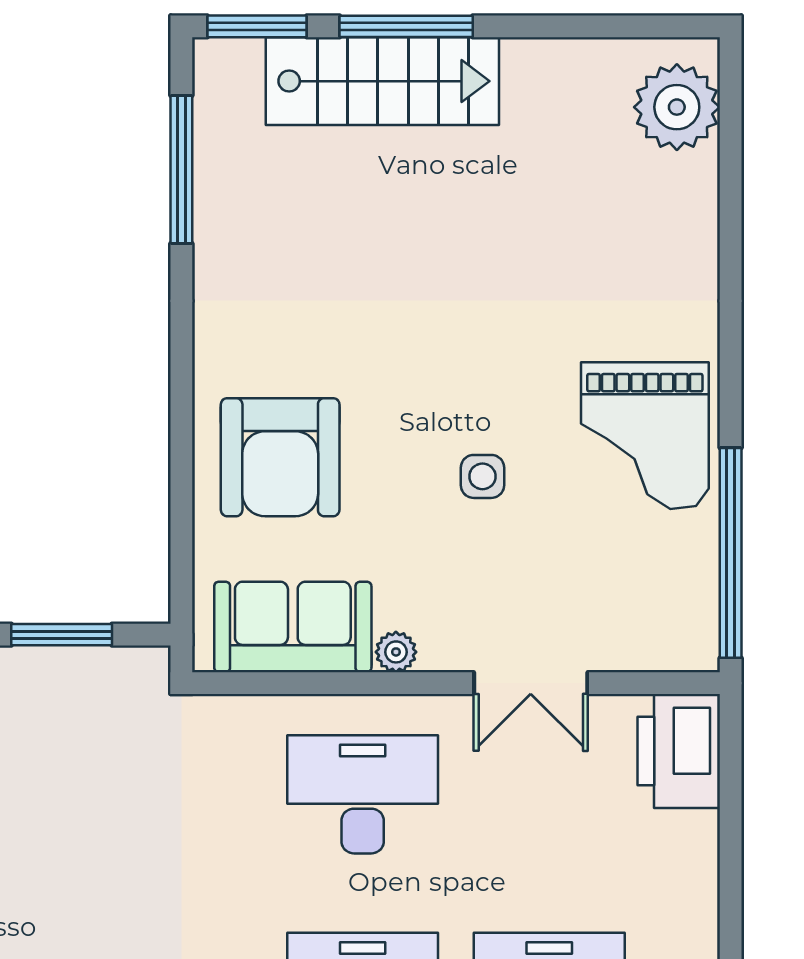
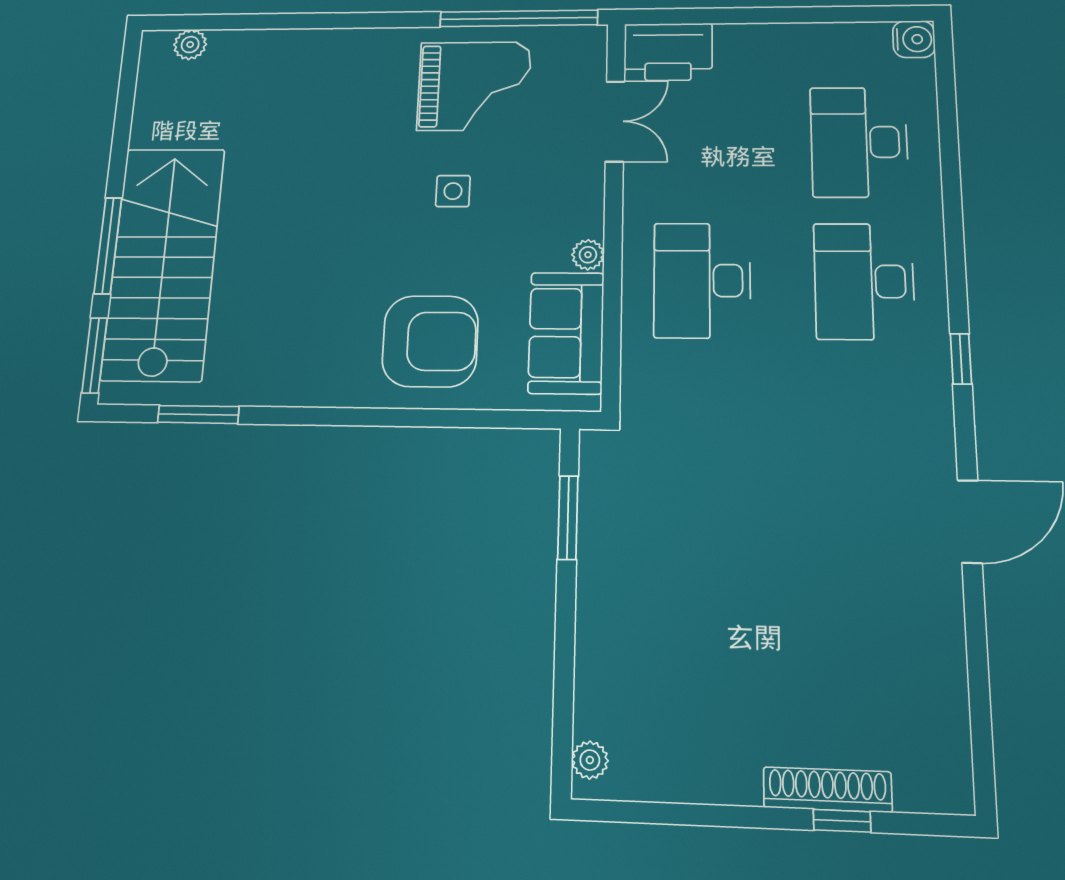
stairs: (382, 81) -> (163, 263), width x1.36, depth x1.51
plant: (677, 107) -> (190, 45), width x0.53, depth x0.53
window: (181, 169) -> (198, 414), width x0.69
grand piano: (645, 436) -> (474, 86), moved
double door: (531, 683) -> (615, 121), moved

